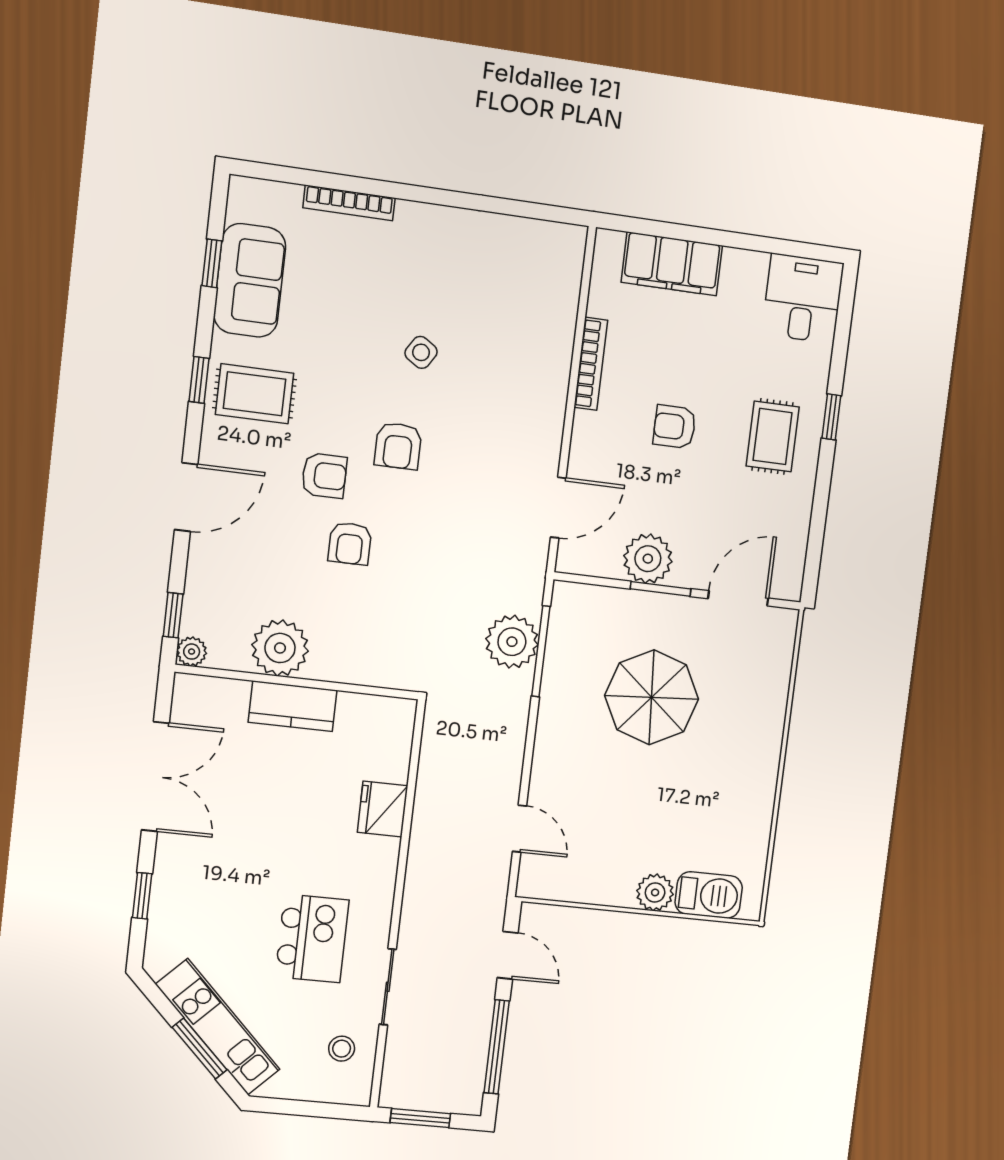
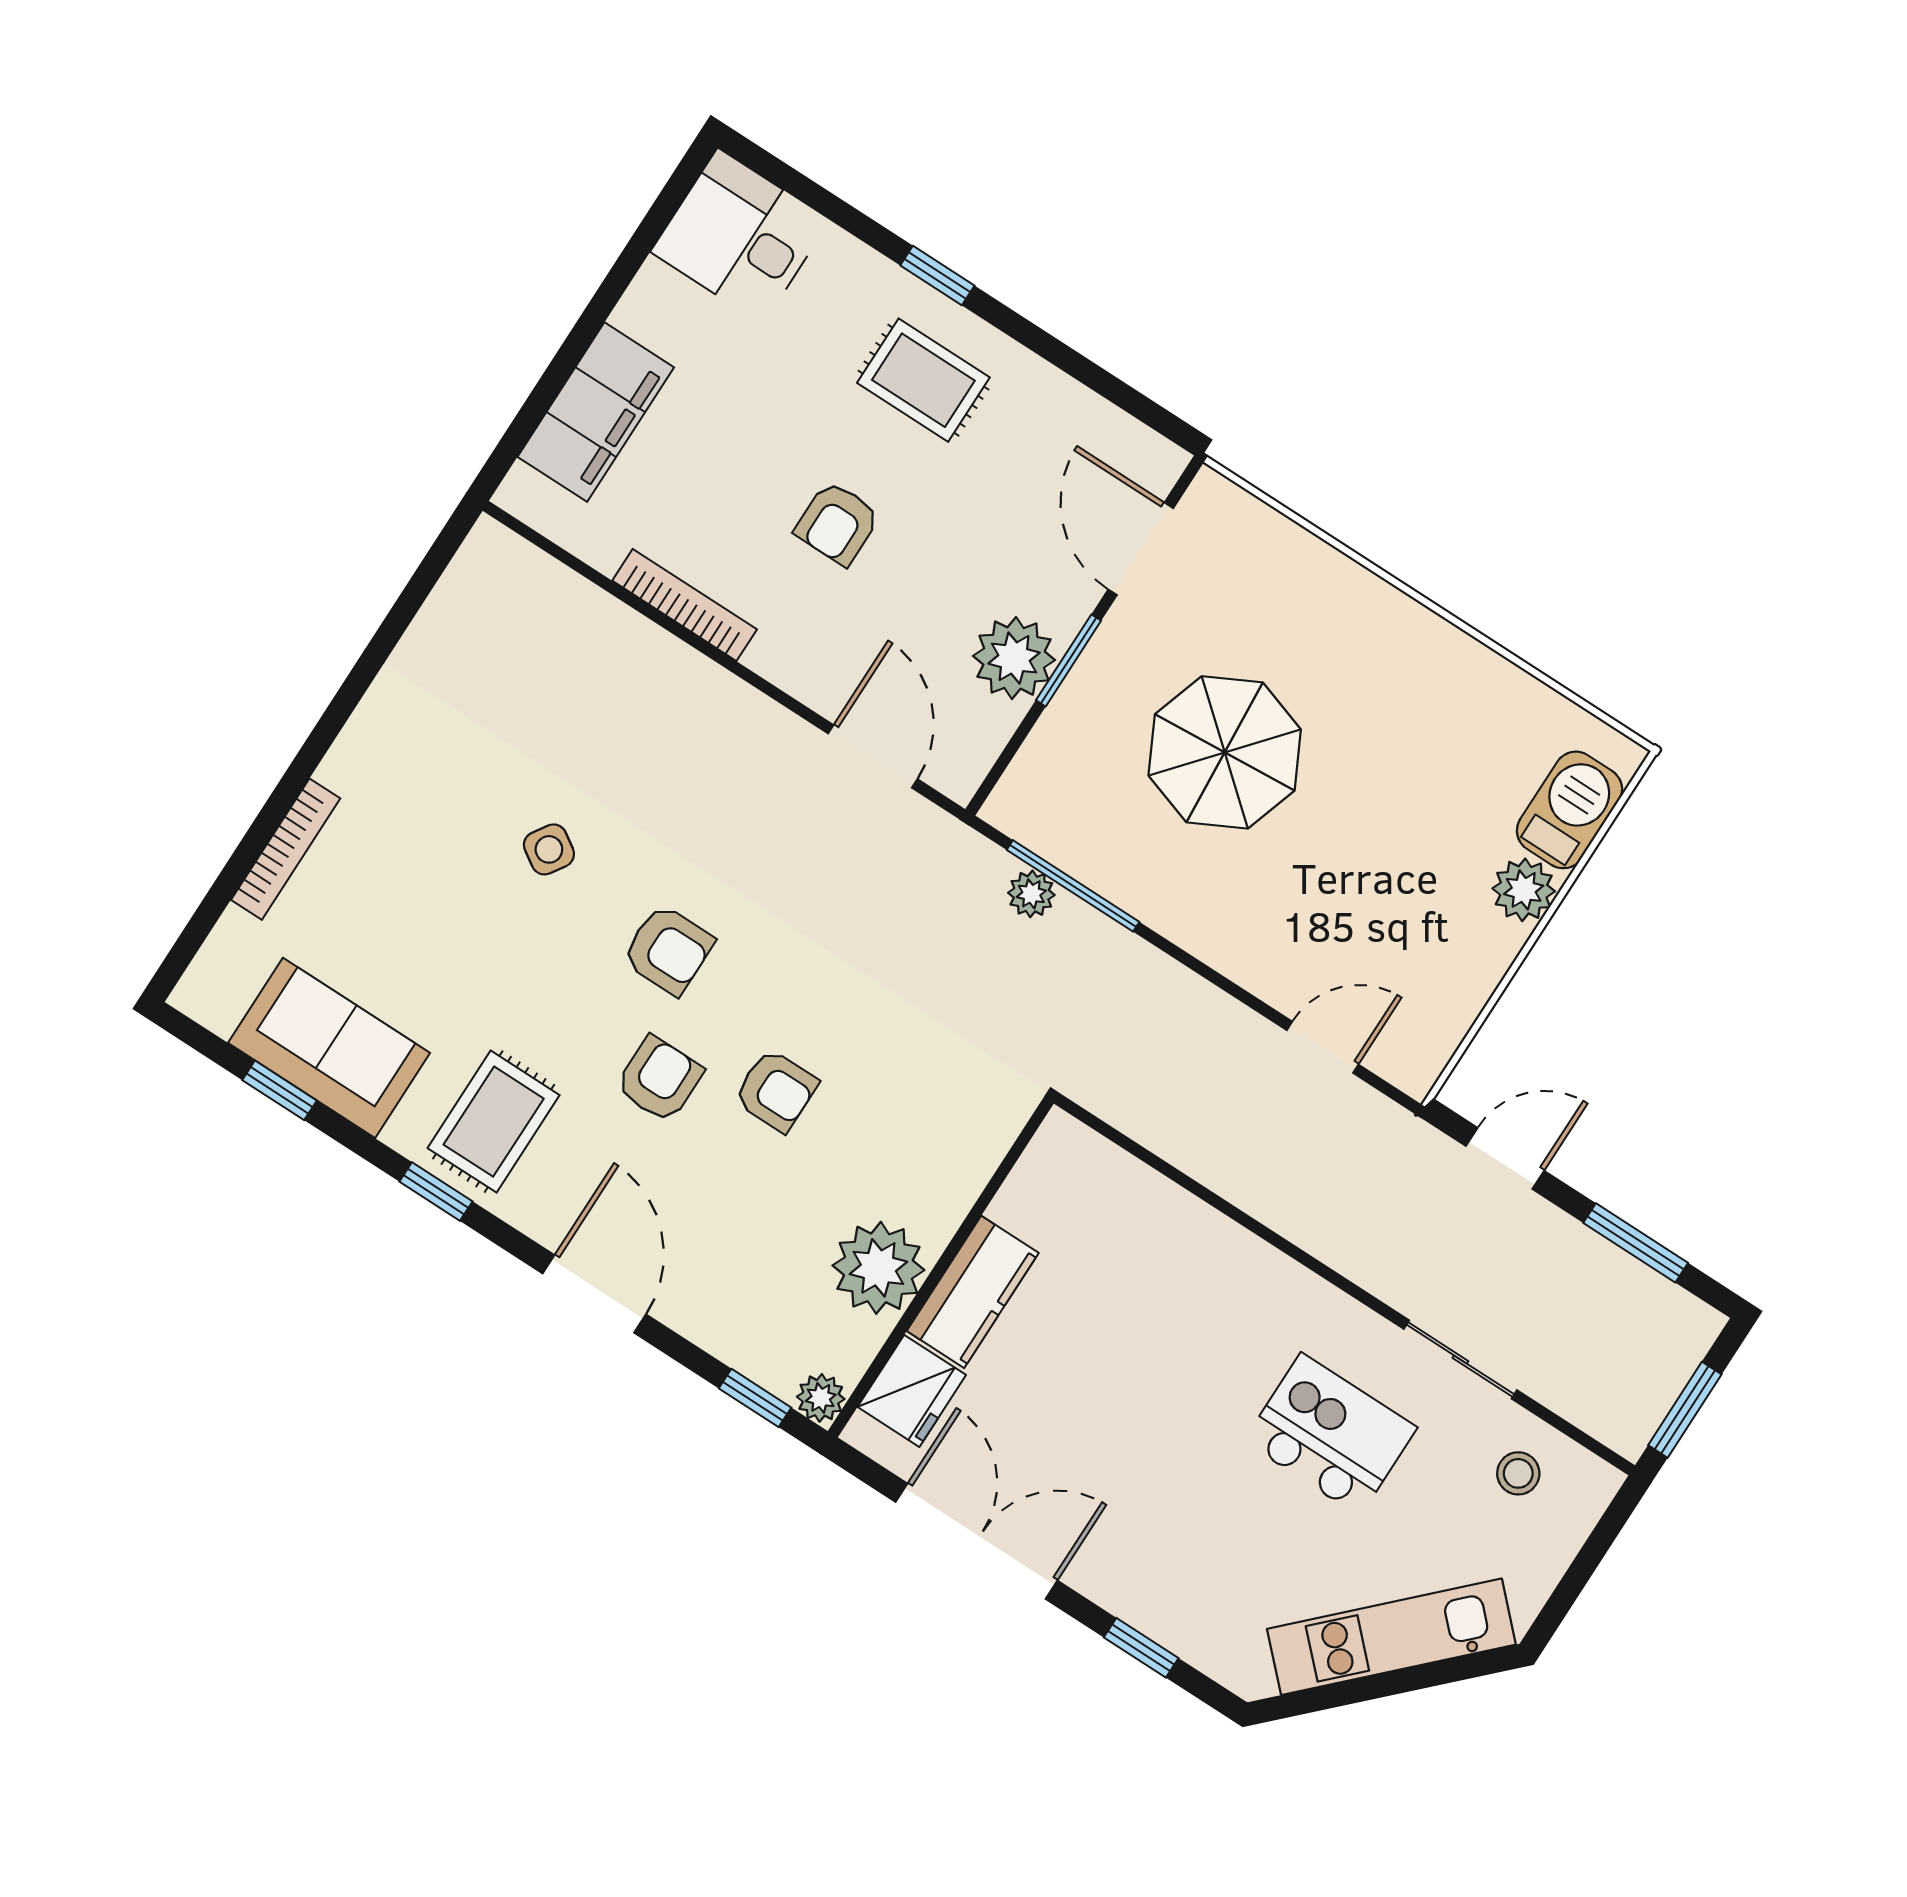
plant: (512, 642) -> (1031, 894), width x0.53, depth x0.53
fridge: (383, 809) -> (912, 1391), moved, turned -90
window: (497, 1047) -> (1636, 1243), width x0.69
window: (200, 1049) -> (1410, 1679), removed

